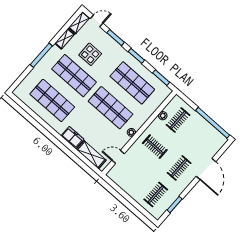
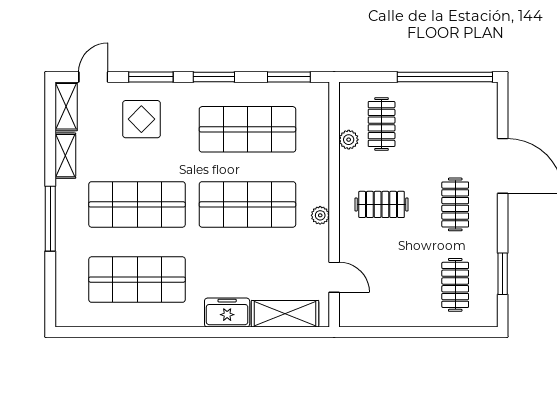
display table: (90, 54) -> (141, 119), moved
door: (118, 157) -> (334, 277), swing flipped

